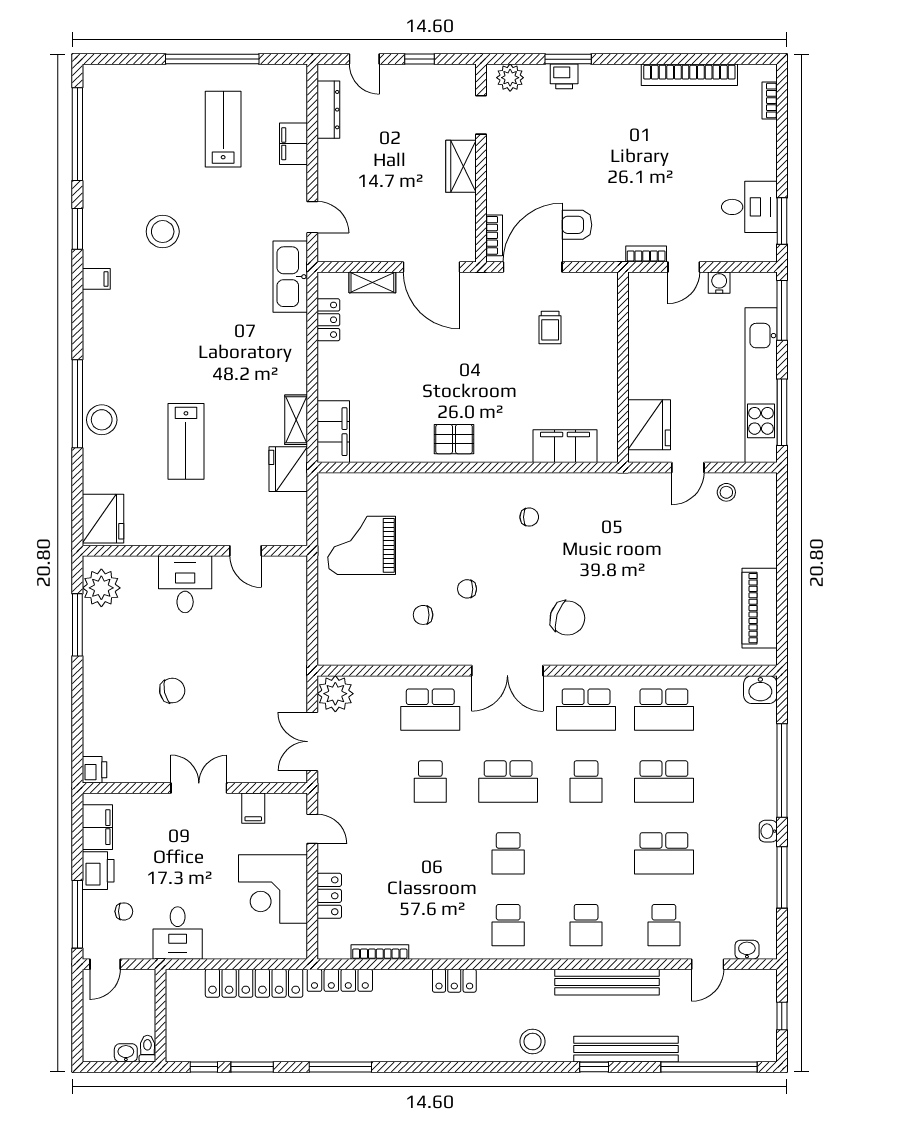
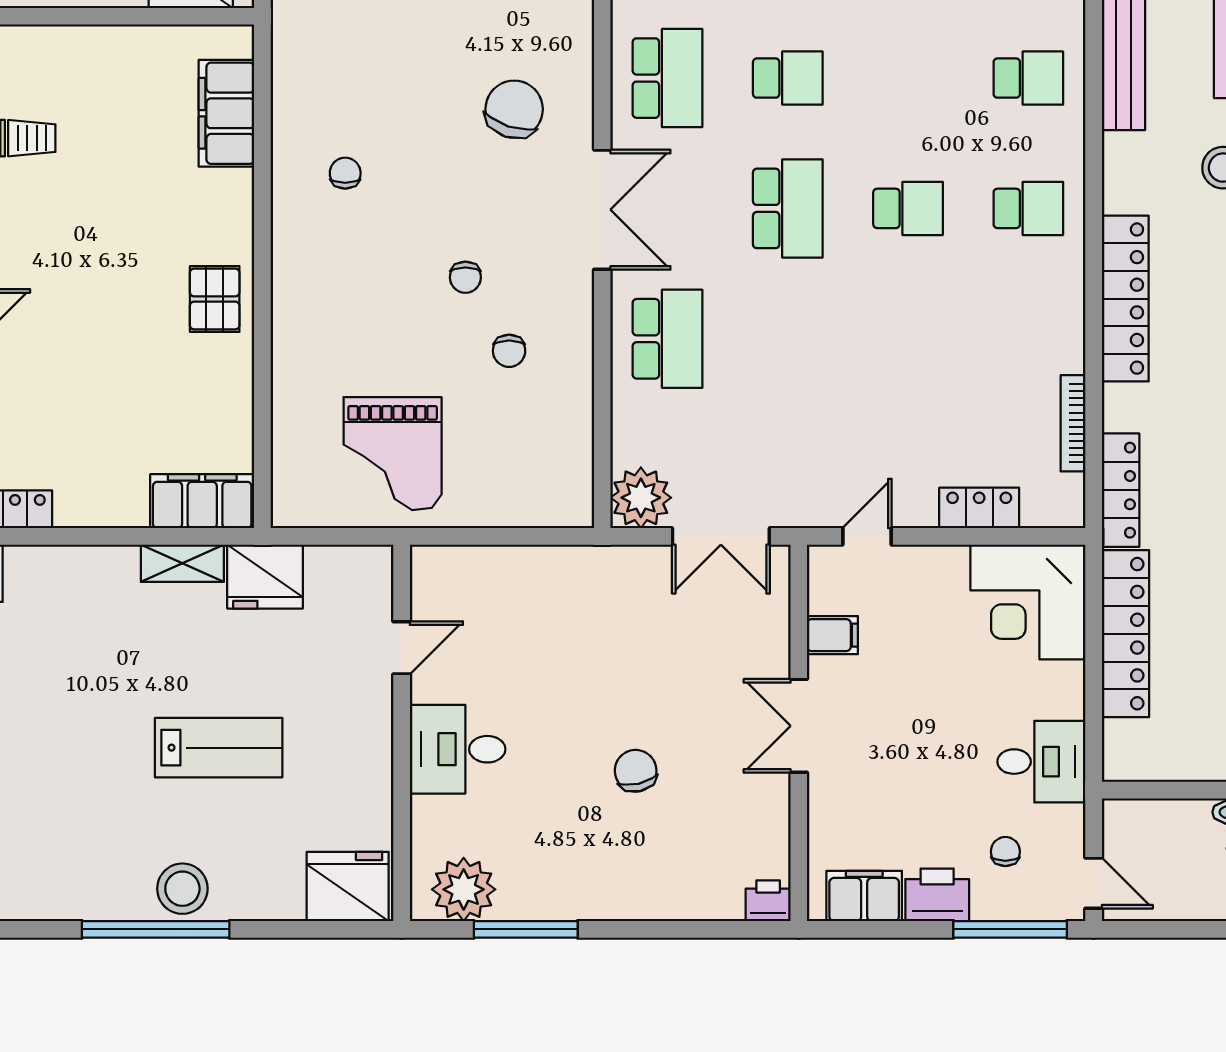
school desk: (430, 781) -> (788, 339), removed
corner desk: (273, 889) -> (1028, 602), moved, turned 90
locker: (454, 981) -> (1125, 299), width x2.16, depth x1.21

